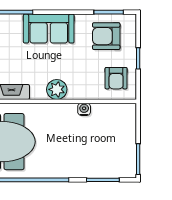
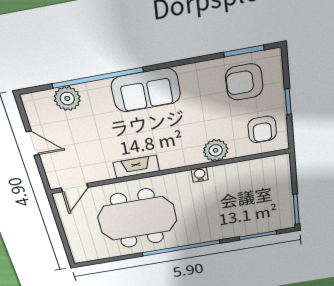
sofa: (49, 29) -> (146, 90), moved
plant: (57, 89) -> (216, 150), moved
water cooler: (84, 109) -> (200, 175), moved

